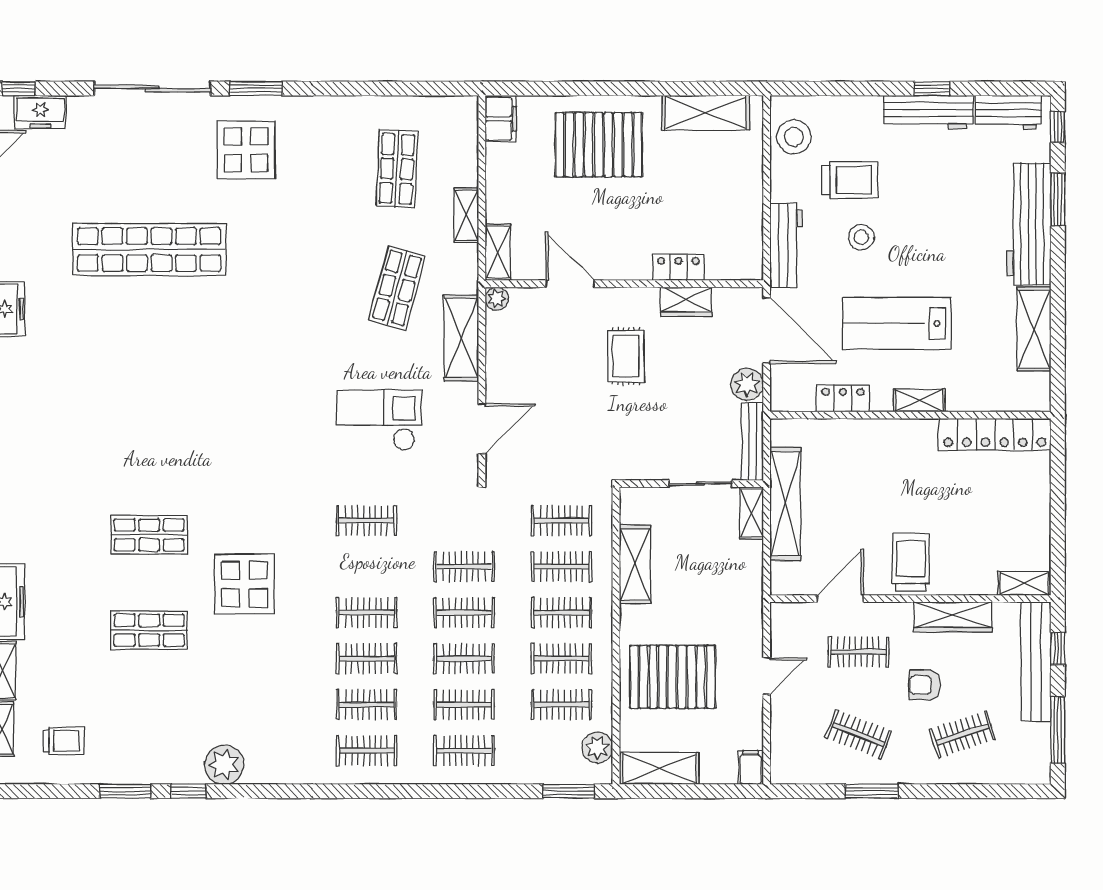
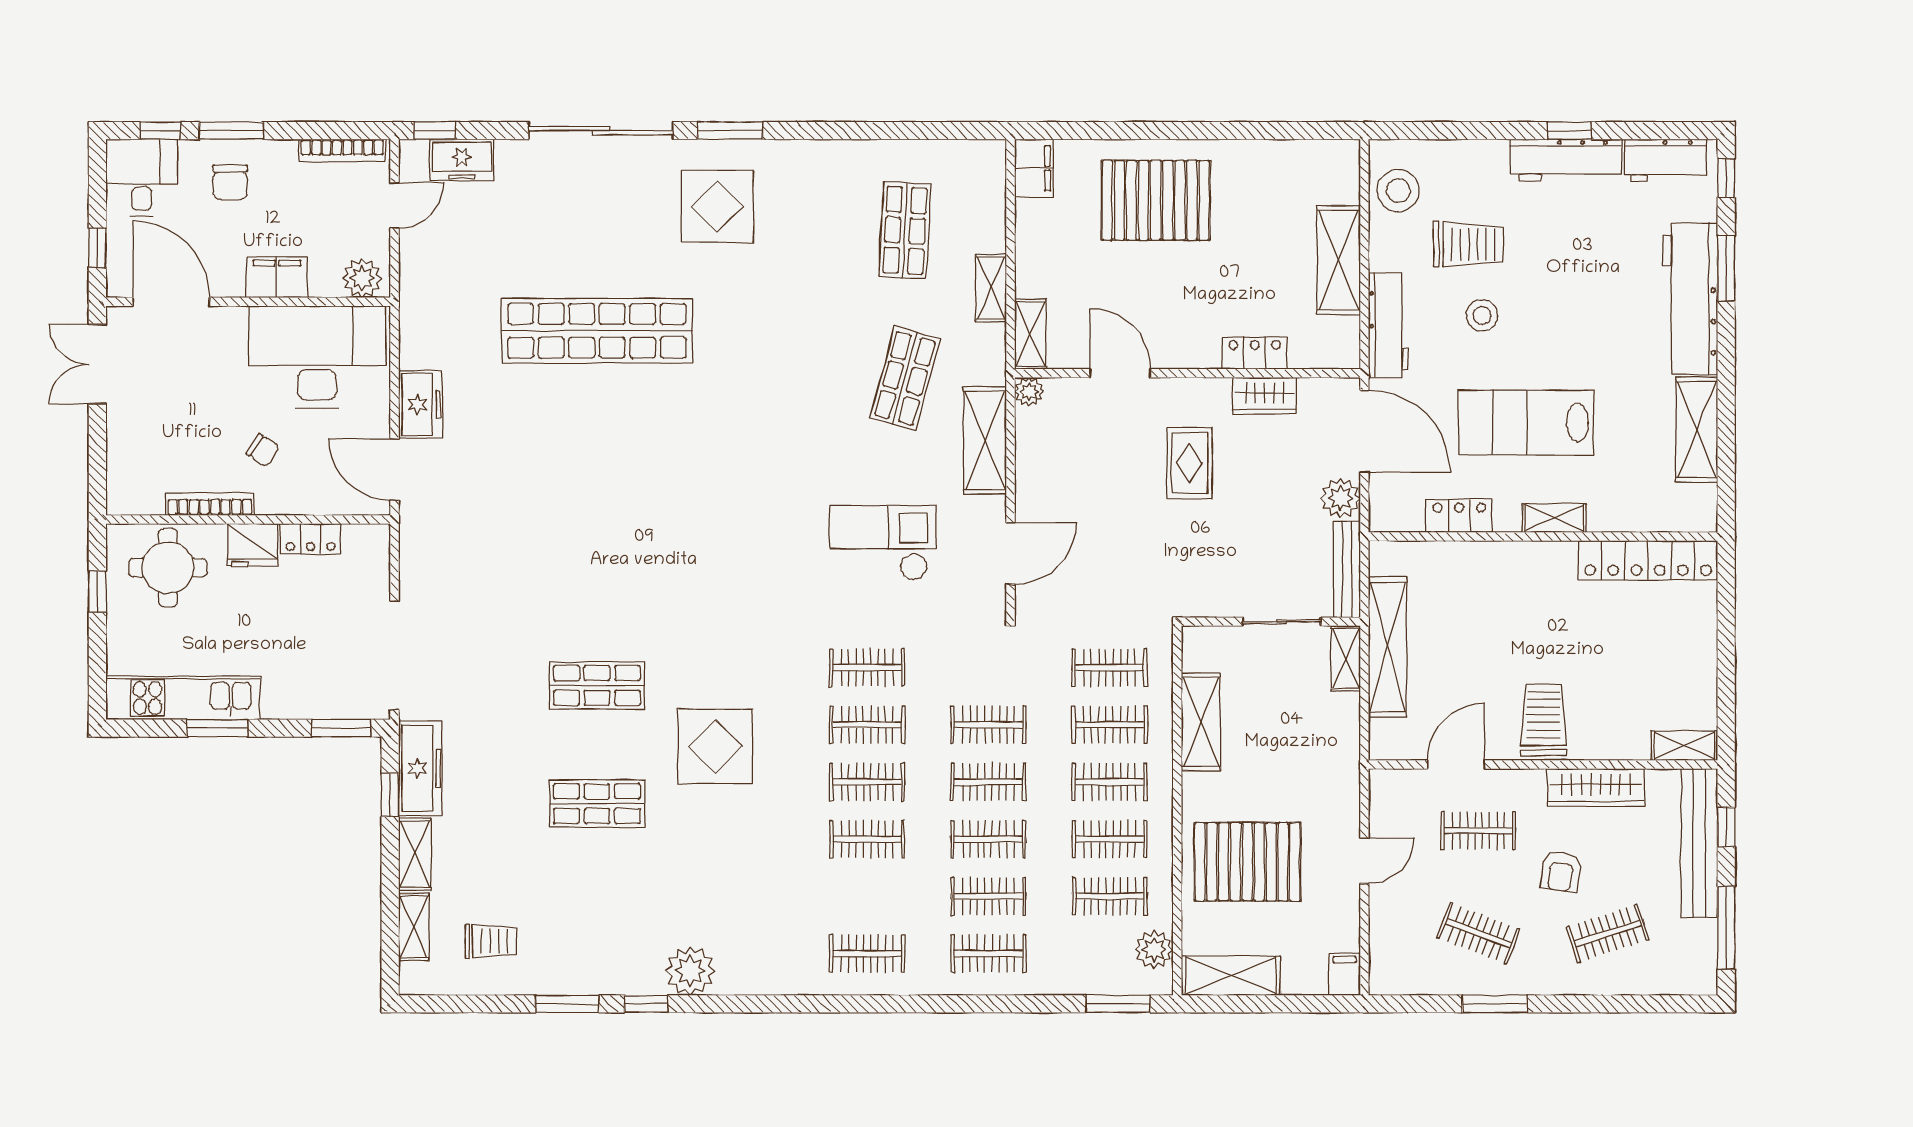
shelving: (706, 113) -> (1339, 260), moved, turned 90
armchair: (925, 685) -> (1561, 872), turned -83
clothes rail: (367, 705) -> (867, 725), moved

